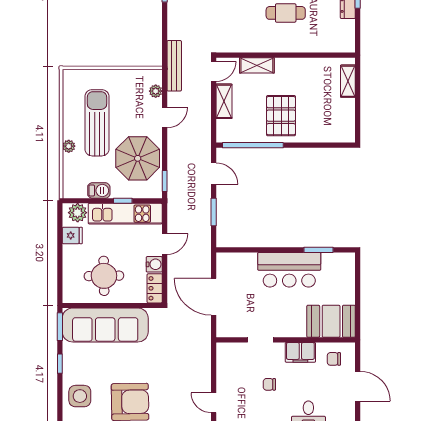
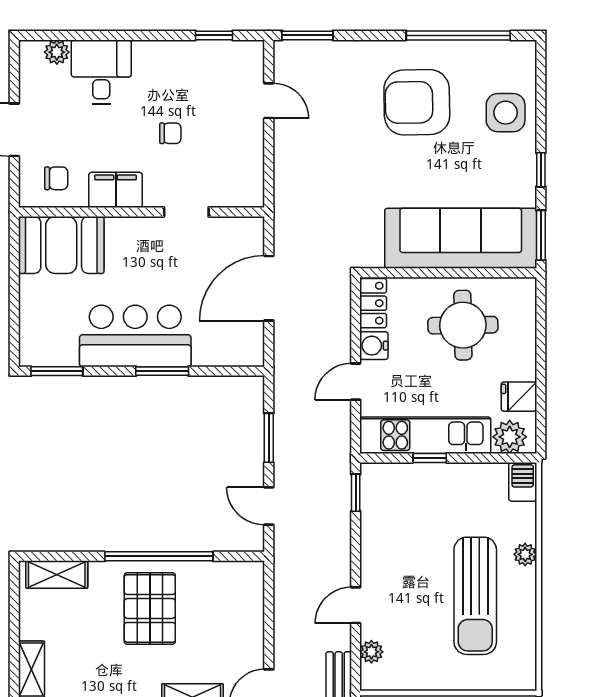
shelving: (224, 101) -> (57, 575), moved, turned 90
window: (253, 145) -> (159, 556), moved
parasol: (138, 158) -> (403, 533), removed
barbecue: (99, 190) -> (523, 482), moved, turned 90
window: (274, 250) -> (162, 371), added
window: (319, 250) -> (57, 371), moved
door: (214, 297) -> (269, 288), swing flipped

